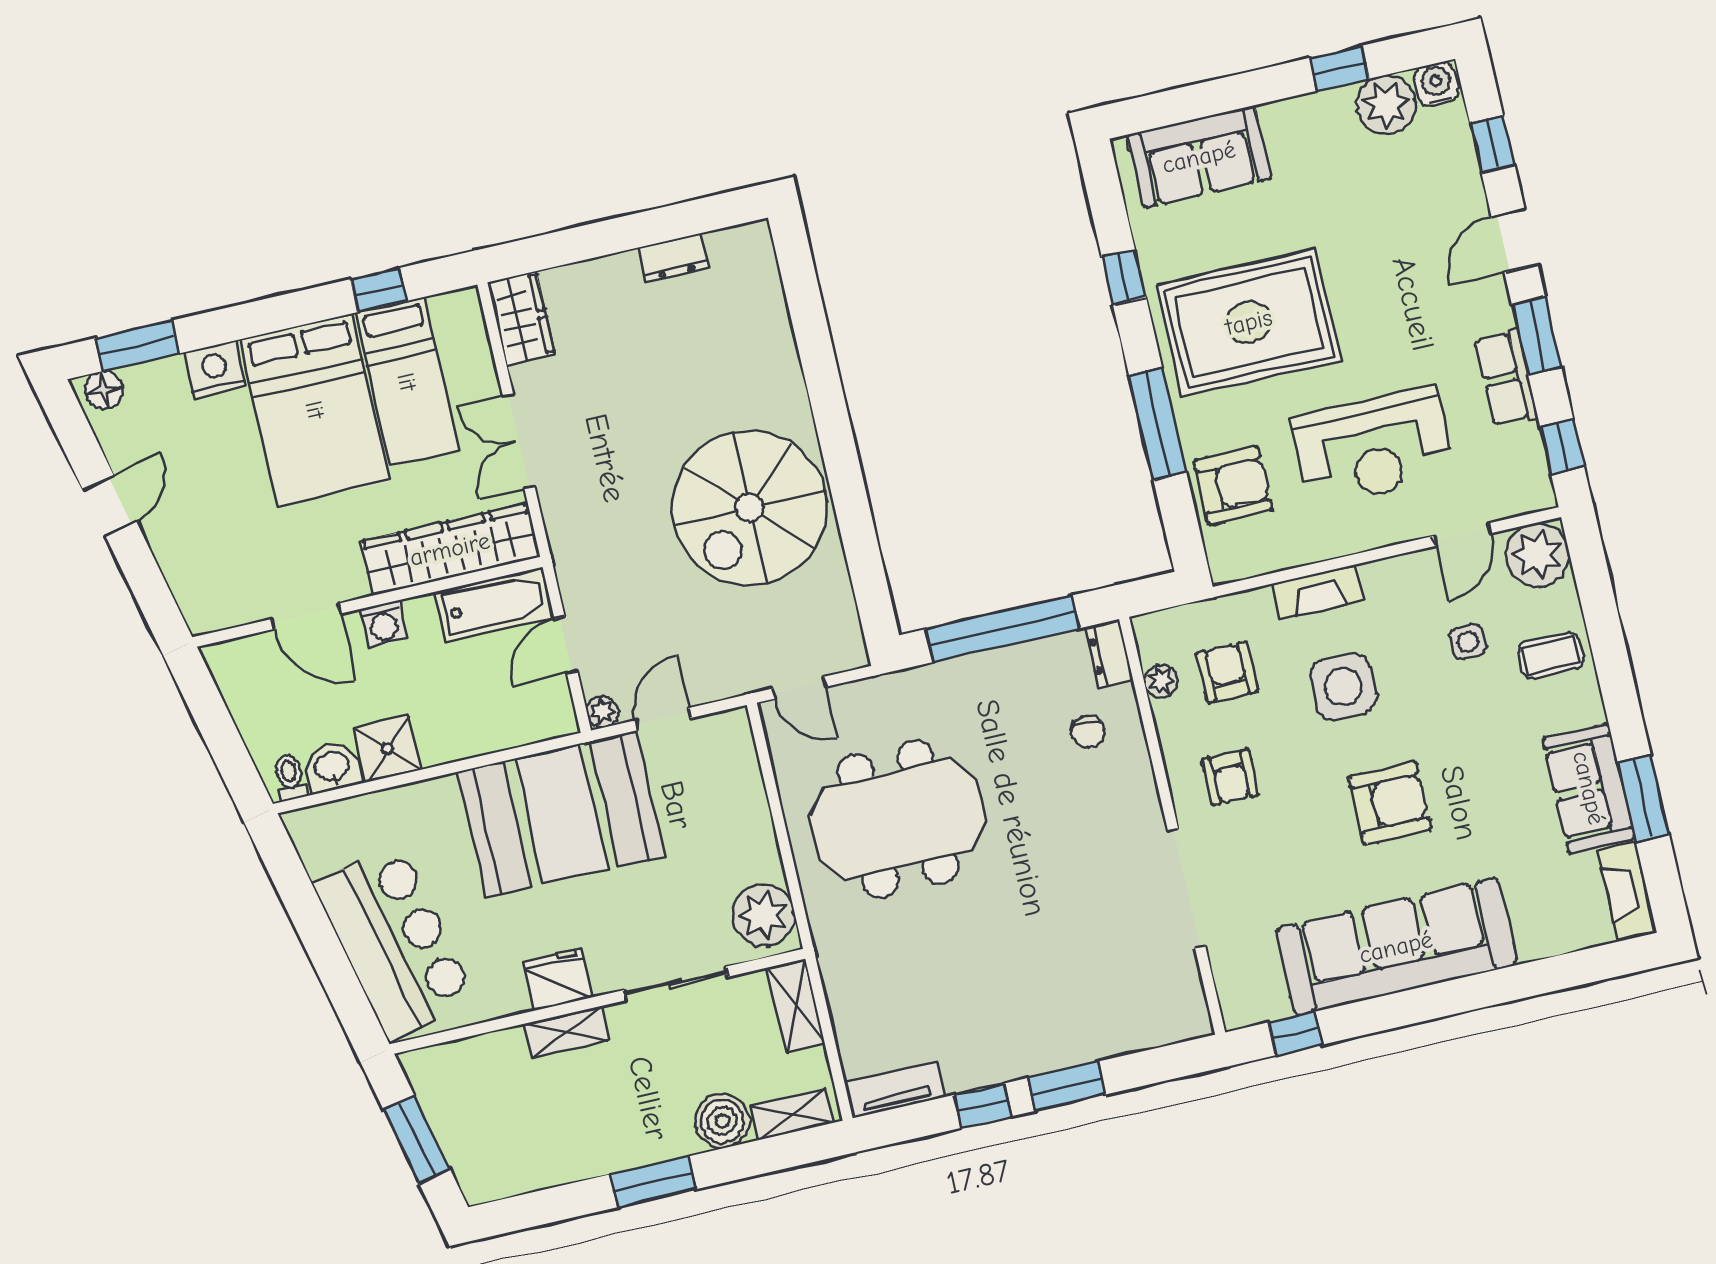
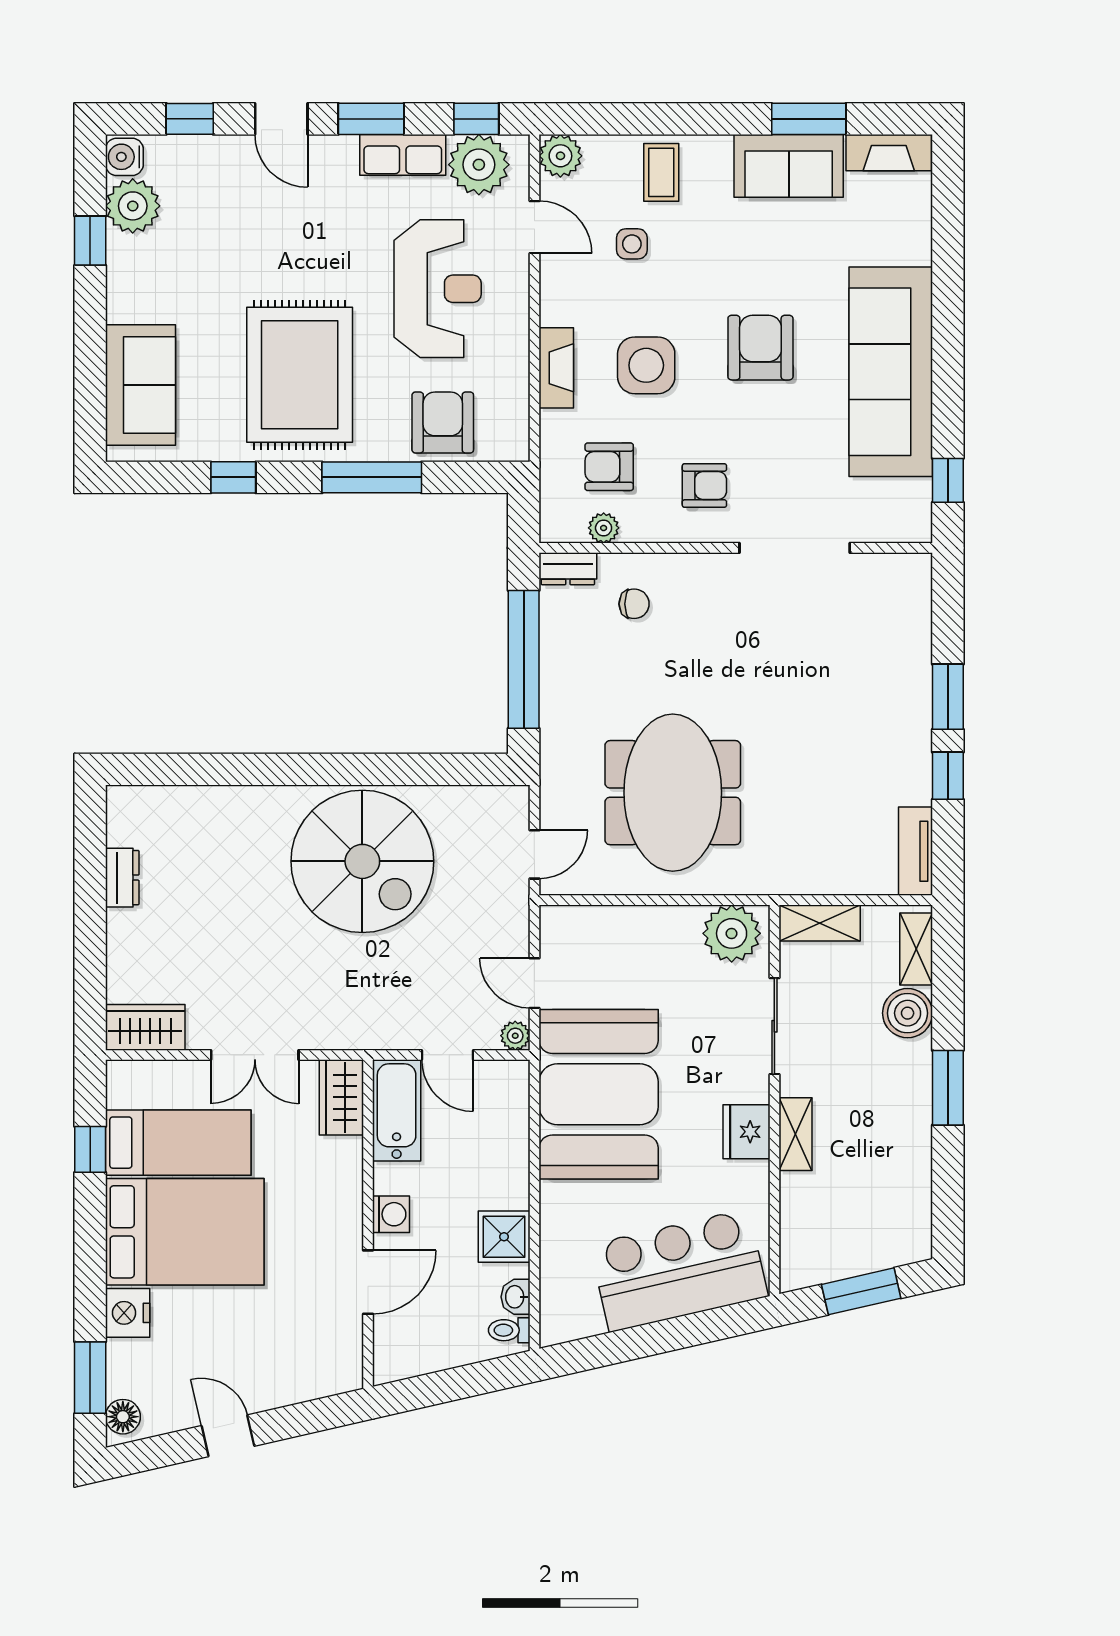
plant: (1514, 461) -> (479, 165), added
wardrobe: (450, 549) -> (341, 1097), width x0.48, depth x0.85
plant: (1537, 555) -> (560, 156), width x0.73, depth x0.73
washbasin: (332, 767) -> (516, 1297), width x0.72, depth x0.69

